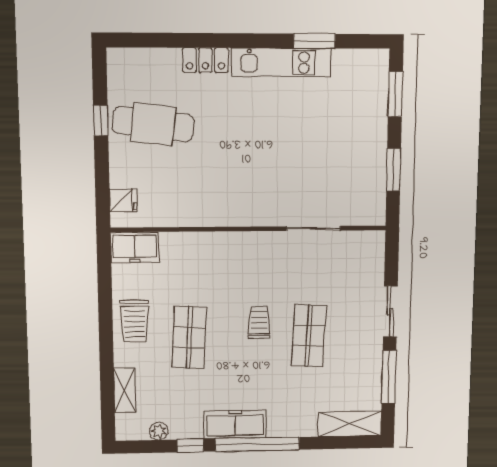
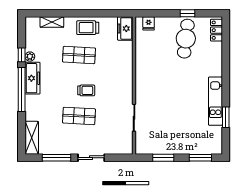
locker: (205, 60) -> (216, 30), moved
plant: (159, 431) -> (30, 57), moved

